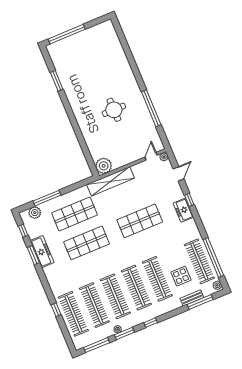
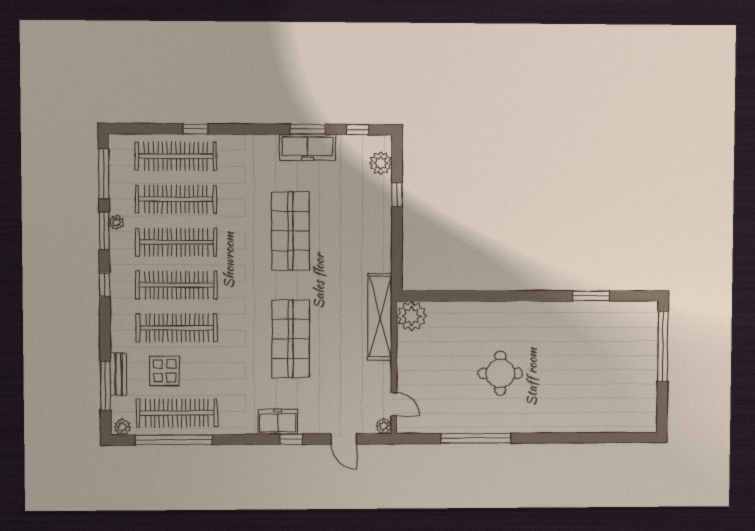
window: (47, 198) -> (397, 195), width x0.46
shop shelf: (74, 214) -> (349, 231), removed

